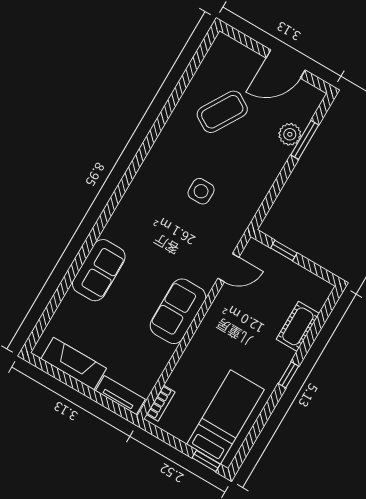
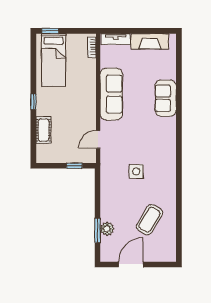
sofa: (178, 311) -> (111, 94), width x1.36

